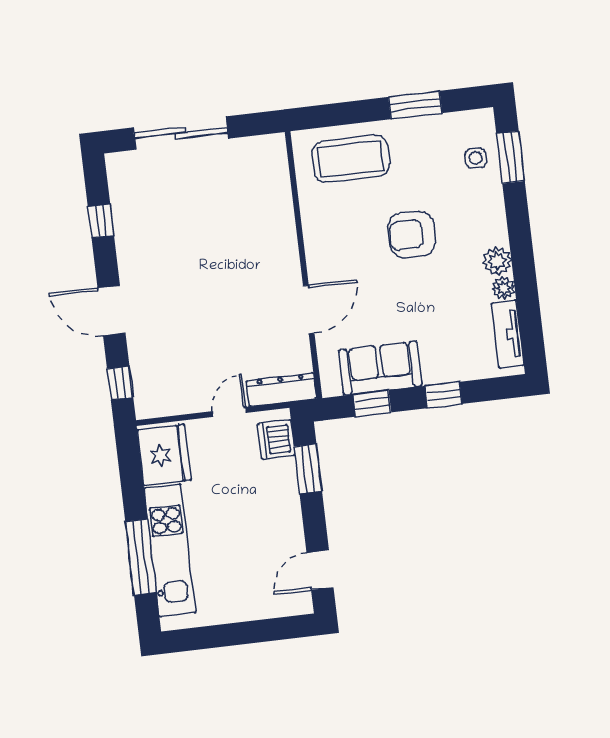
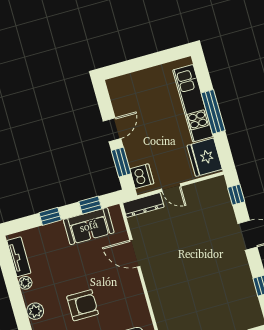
plant: (497, 261) -> (35, 311), moved
door: (309, 310) -> (135, 253), hinge flipped
door: (229, 412) -> (171, 188), hinge flipped
window: (141, 557) -> (213, 112), moved
door: (320, 570) -> (112, 130), moved

